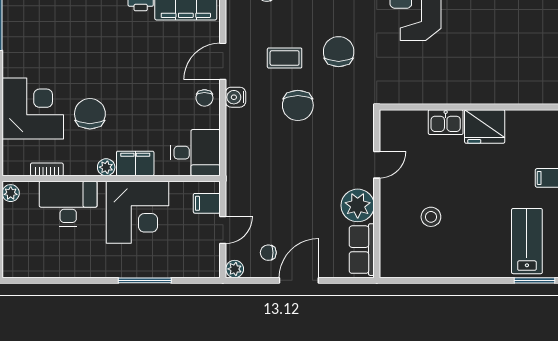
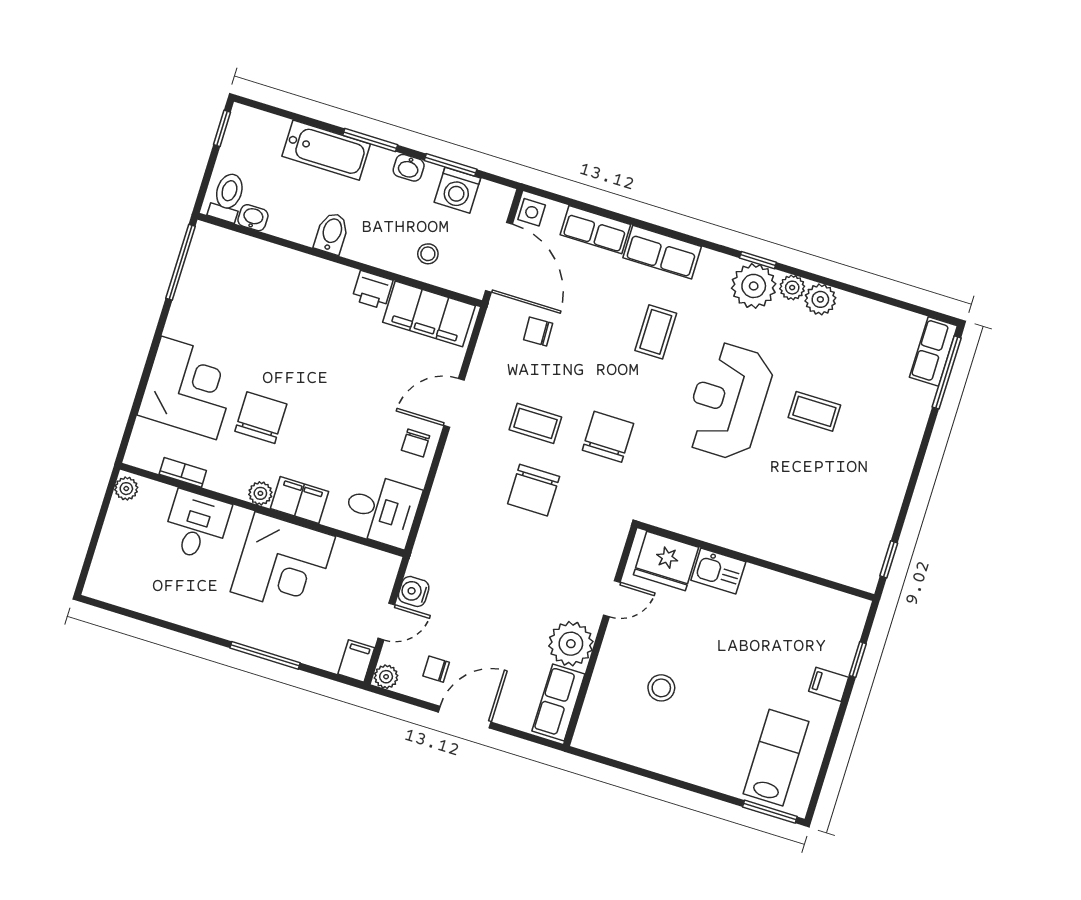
water cooler: (235, 97) -> (414, 591), moved
fridge: (485, 126) -> (666, 561), moved
filing cabinet: (207, 203) -> (356, 661), moved, turned 90
desk: (68, 204) -> (197, 525), width x0.73

